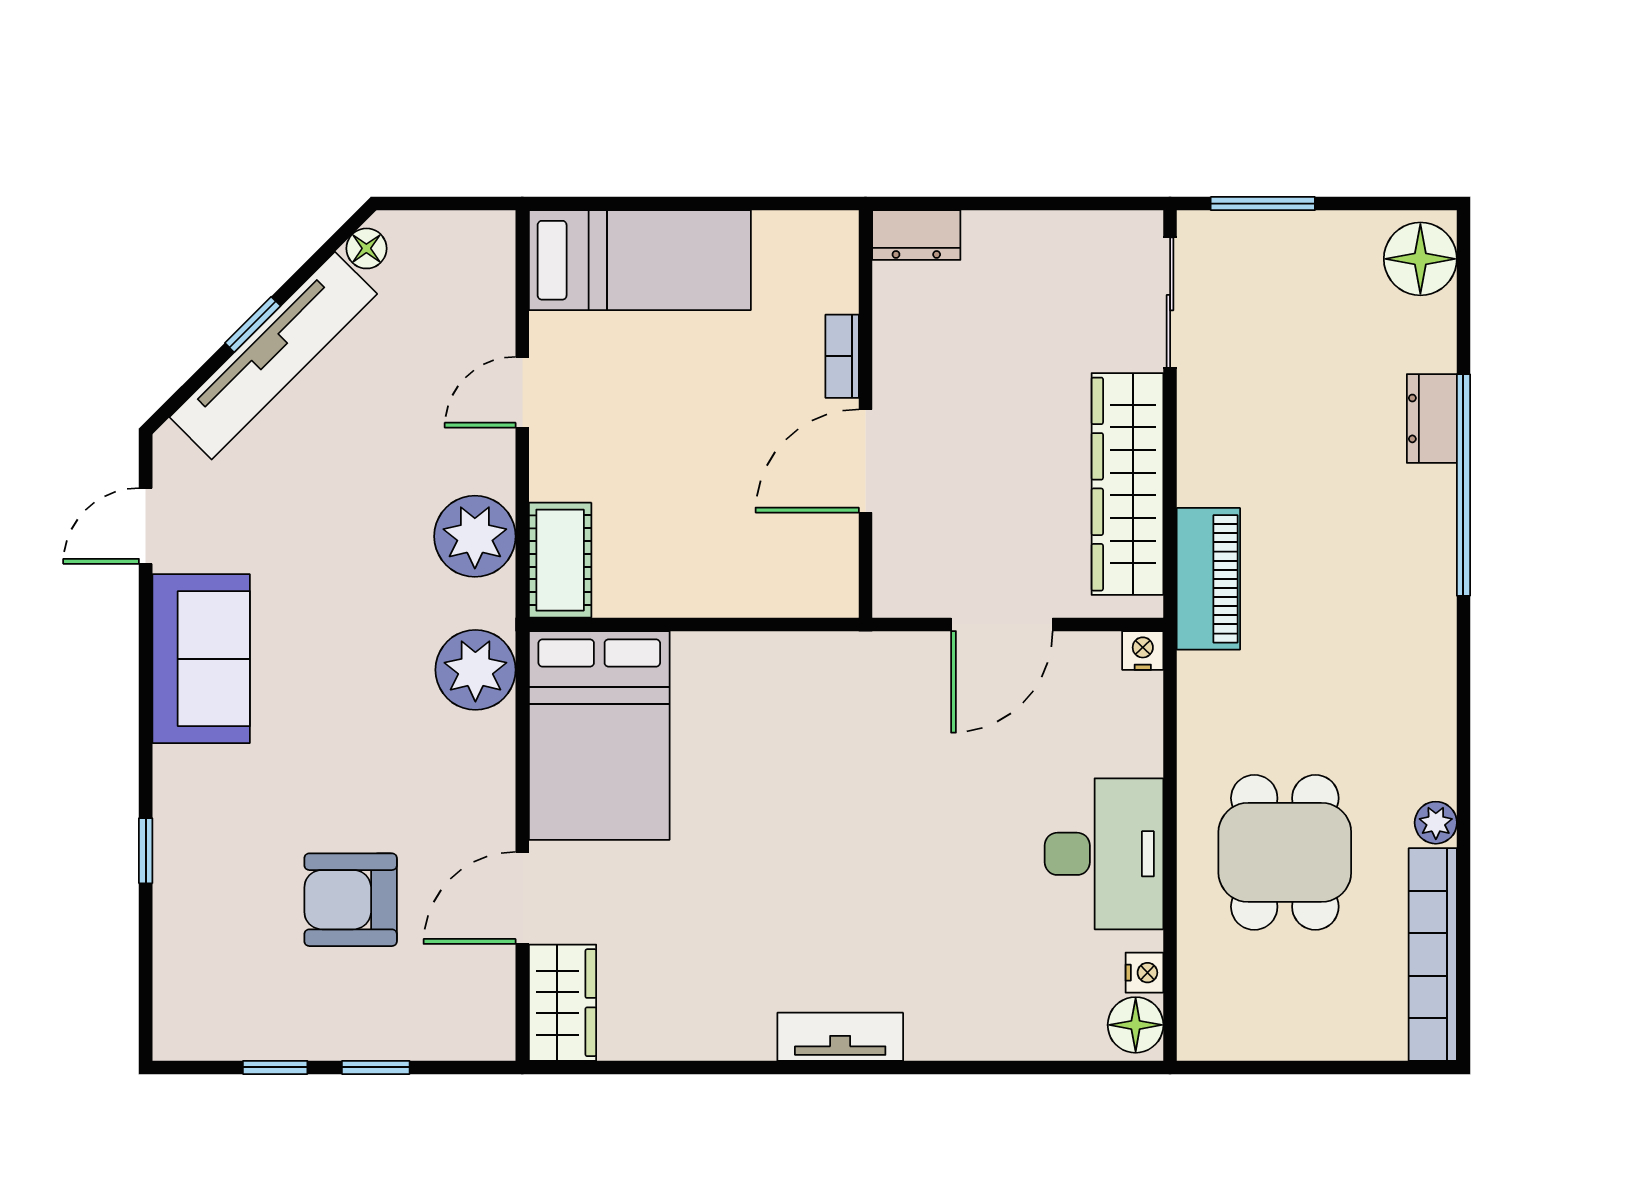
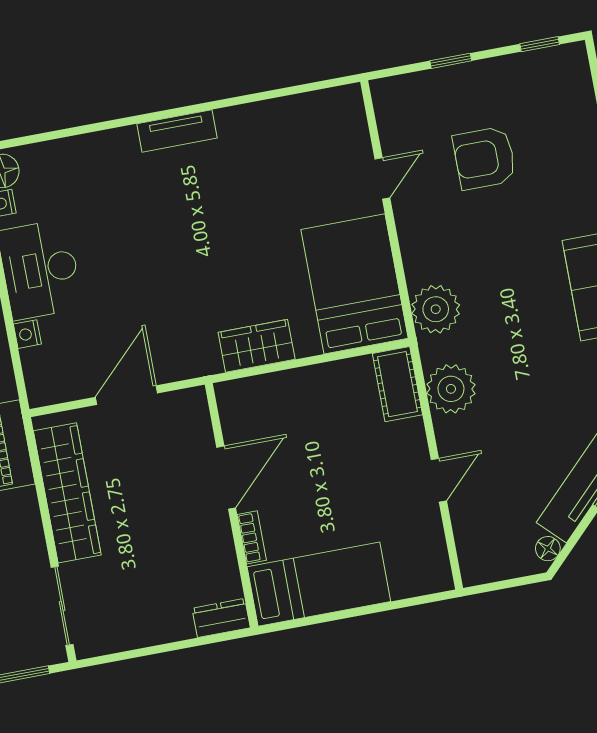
bed: (640, 260) -> (319, 584), moved, turned 180
nightstand: (1143, 651) -> (27, 334), moved, turned 90
door: (522, 898) -> (382, 178), width x0.73
armchair: (351, 900) -> (485, 158), turned 180
wardrobe: (563, 1003) -> (257, 346), moved, turned 90
window: (275, 1067) -> (540, 44), moved

